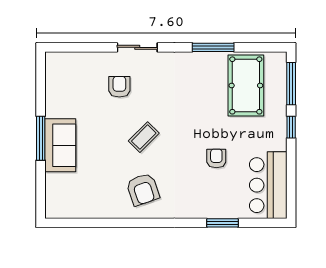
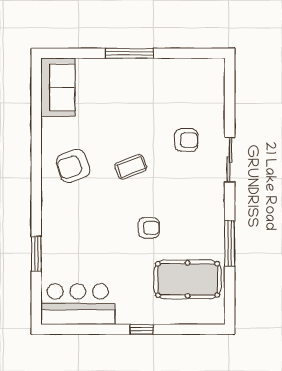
window: (291, 84) -> (190, 329), removed
coffee table: (144, 137) -> (131, 167), turned -65
sofa: (60, 145) -> (58, 87), moved, turned -90
armchair: (216, 158) -> (149, 228), moved

